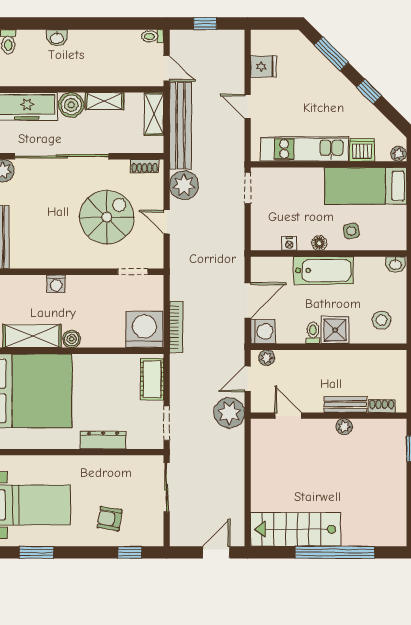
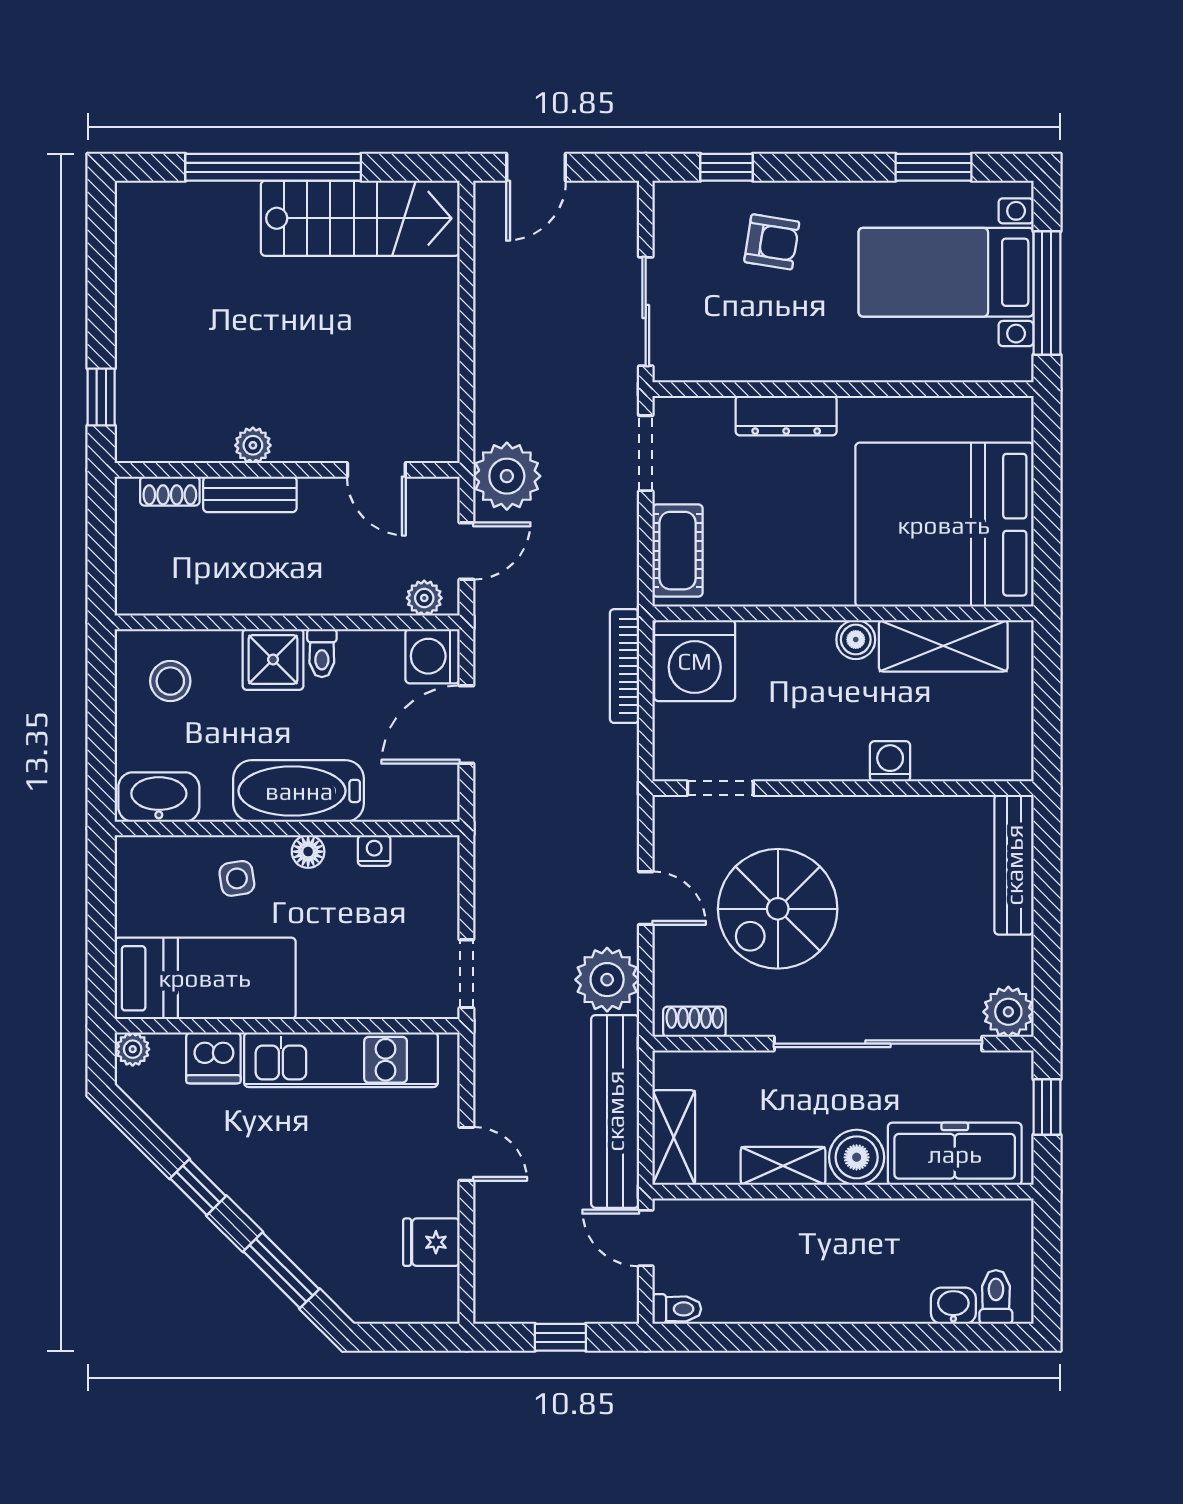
washbasin: (57, 38) -> (953, 1306), moved
washbasin: (395, 264) -> (159, 797), width x1.91, depth x1.45

